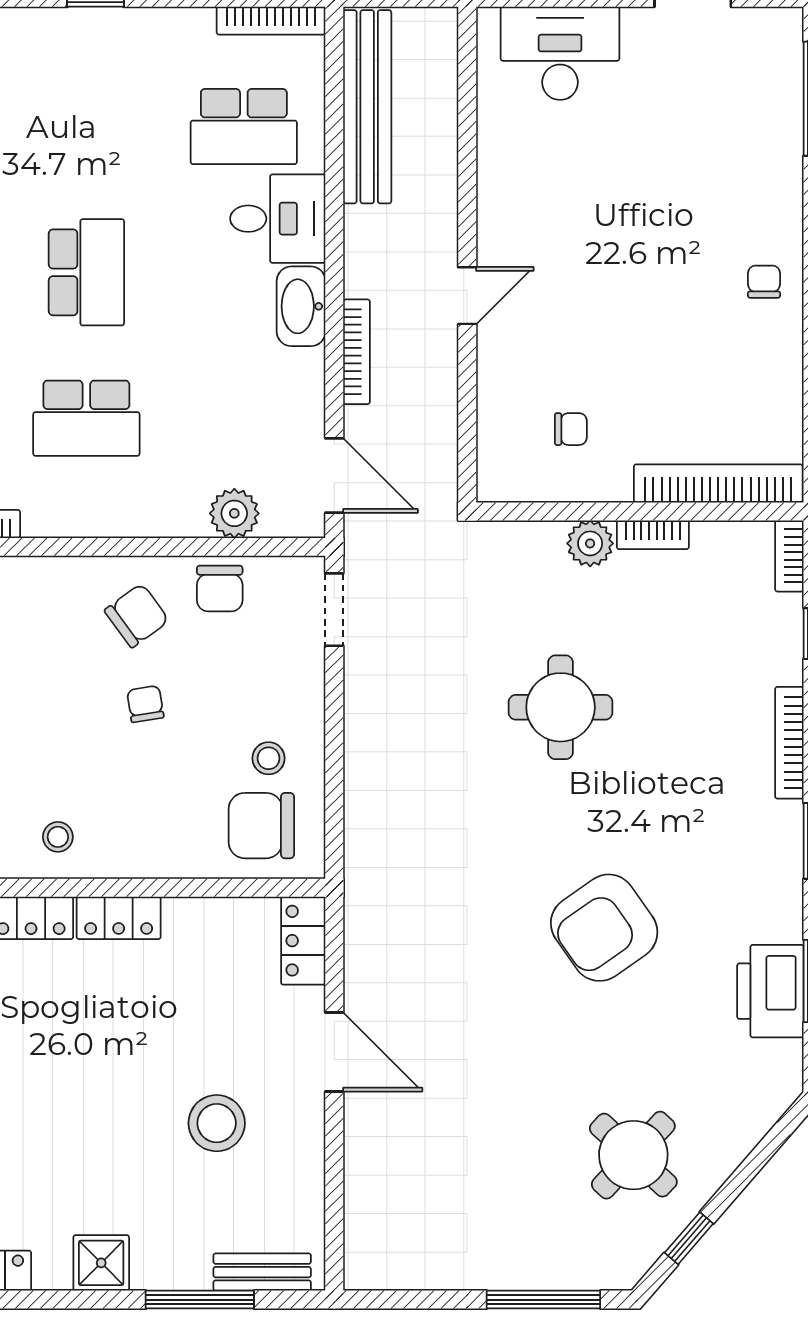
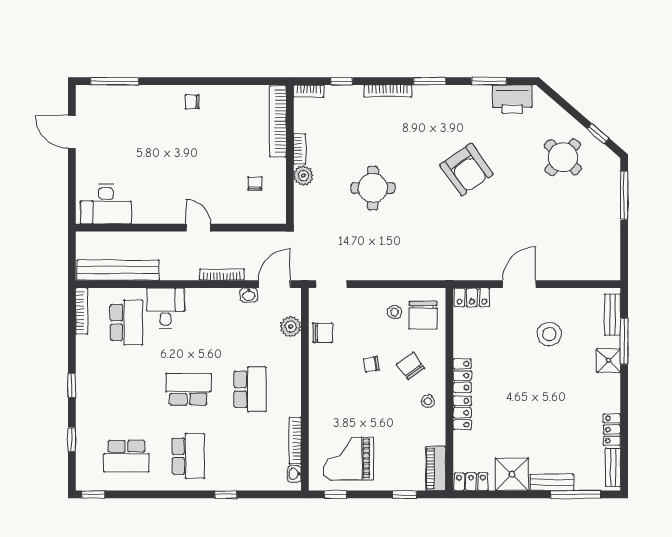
desk: (560, 53) -> (106, 204), moved, turned -90
washbasin: (301, 306) -> (249, 295), moved, width x0.52, depth x0.69
chair: (137, 615) -> (411, 366), moved
printer: (770, 991) -> (512, 99), moved
shower: (101, 1263) -> (609, 360), moved

